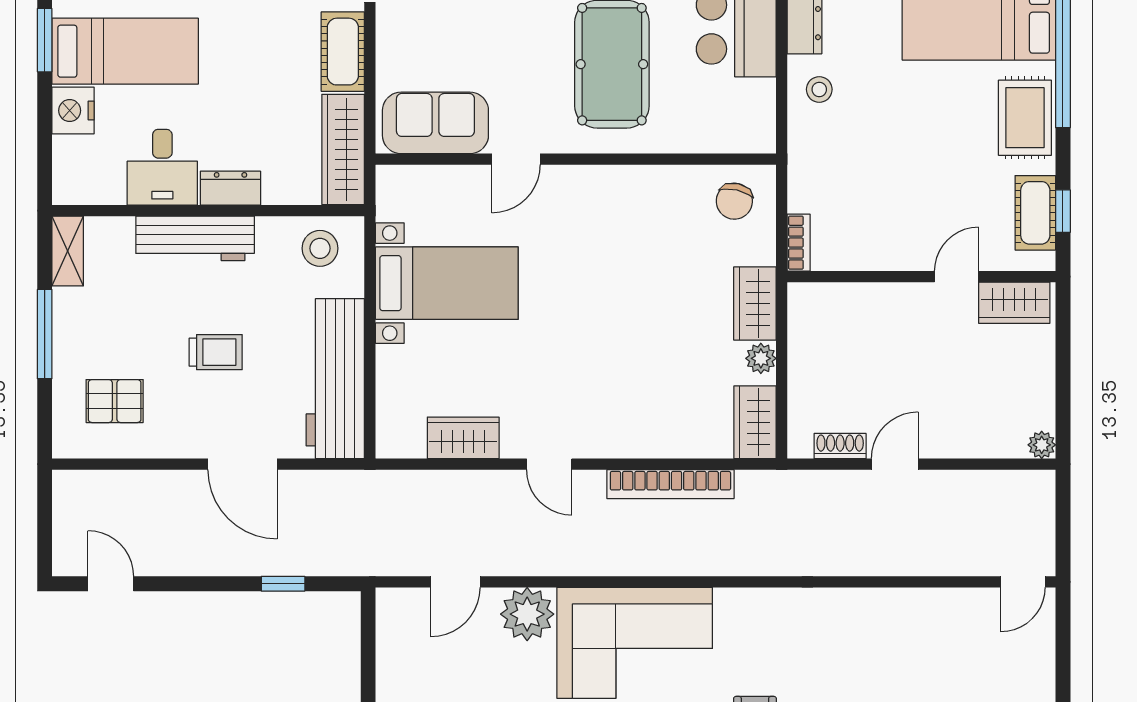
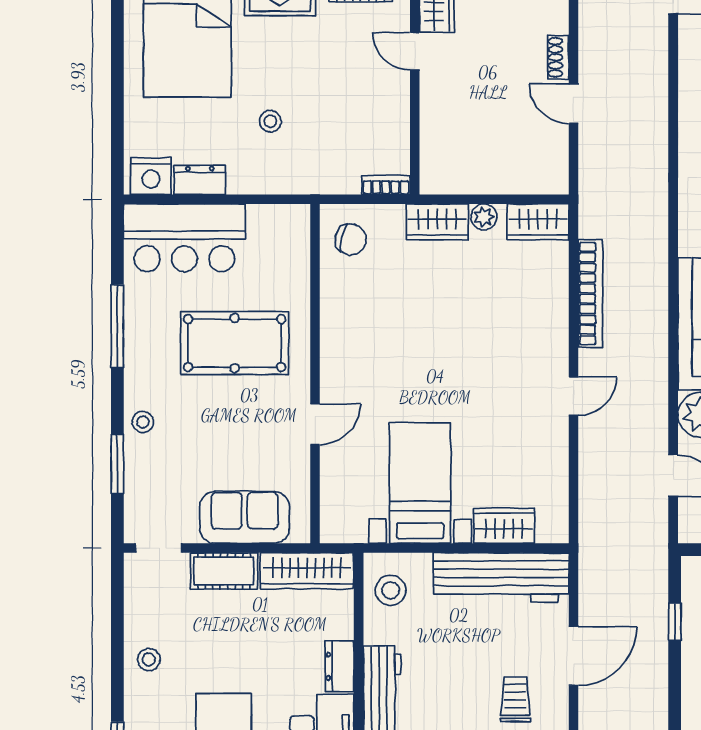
stool: (819, 89) -> (270, 121), moved
sofa: (435, 123) -> (245, 517), moved, turned 90
door: (516, 159) -> (315, 424), hinge flipped
trolley: (216, 352) -> (515, 699), moved
wardrobe: (463, 438) -> (504, 526), moved, turned 90
shoe rack: (840, 446) -> (558, 57), moved

